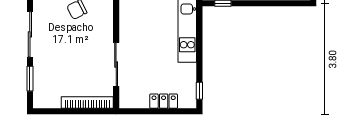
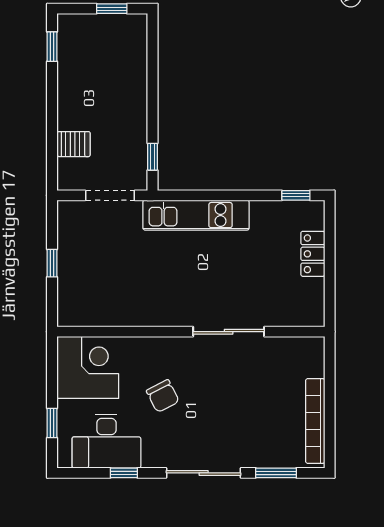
sliding door: (116, 65) -> (229, 332), moved
bookcase: (87, 103) -> (315, 421), moved

